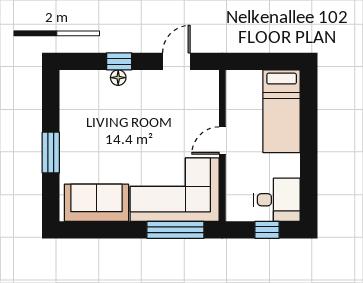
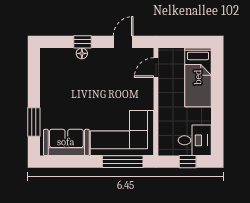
door: (222, 141) -> (156, 68), moved
window: (51, 153) -> (34, 122), moved

